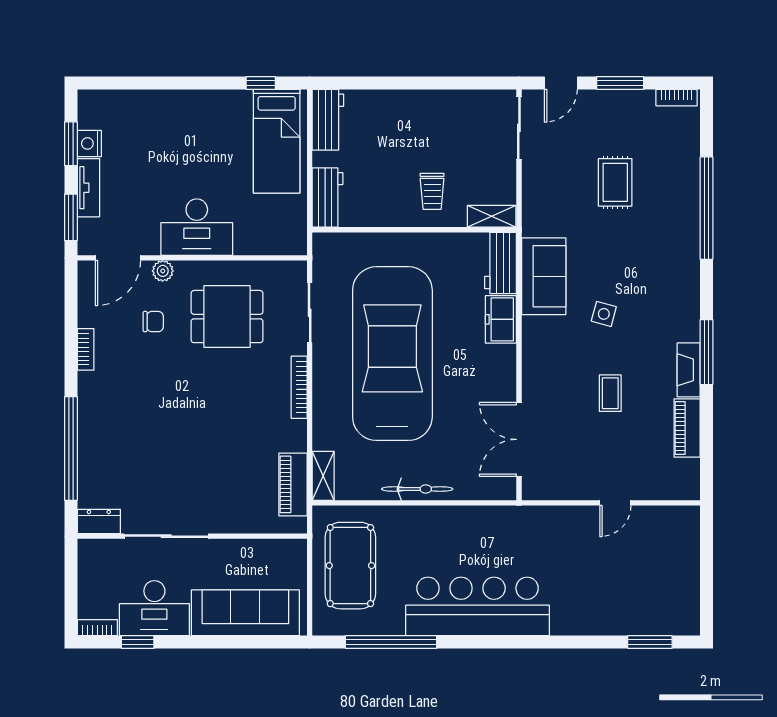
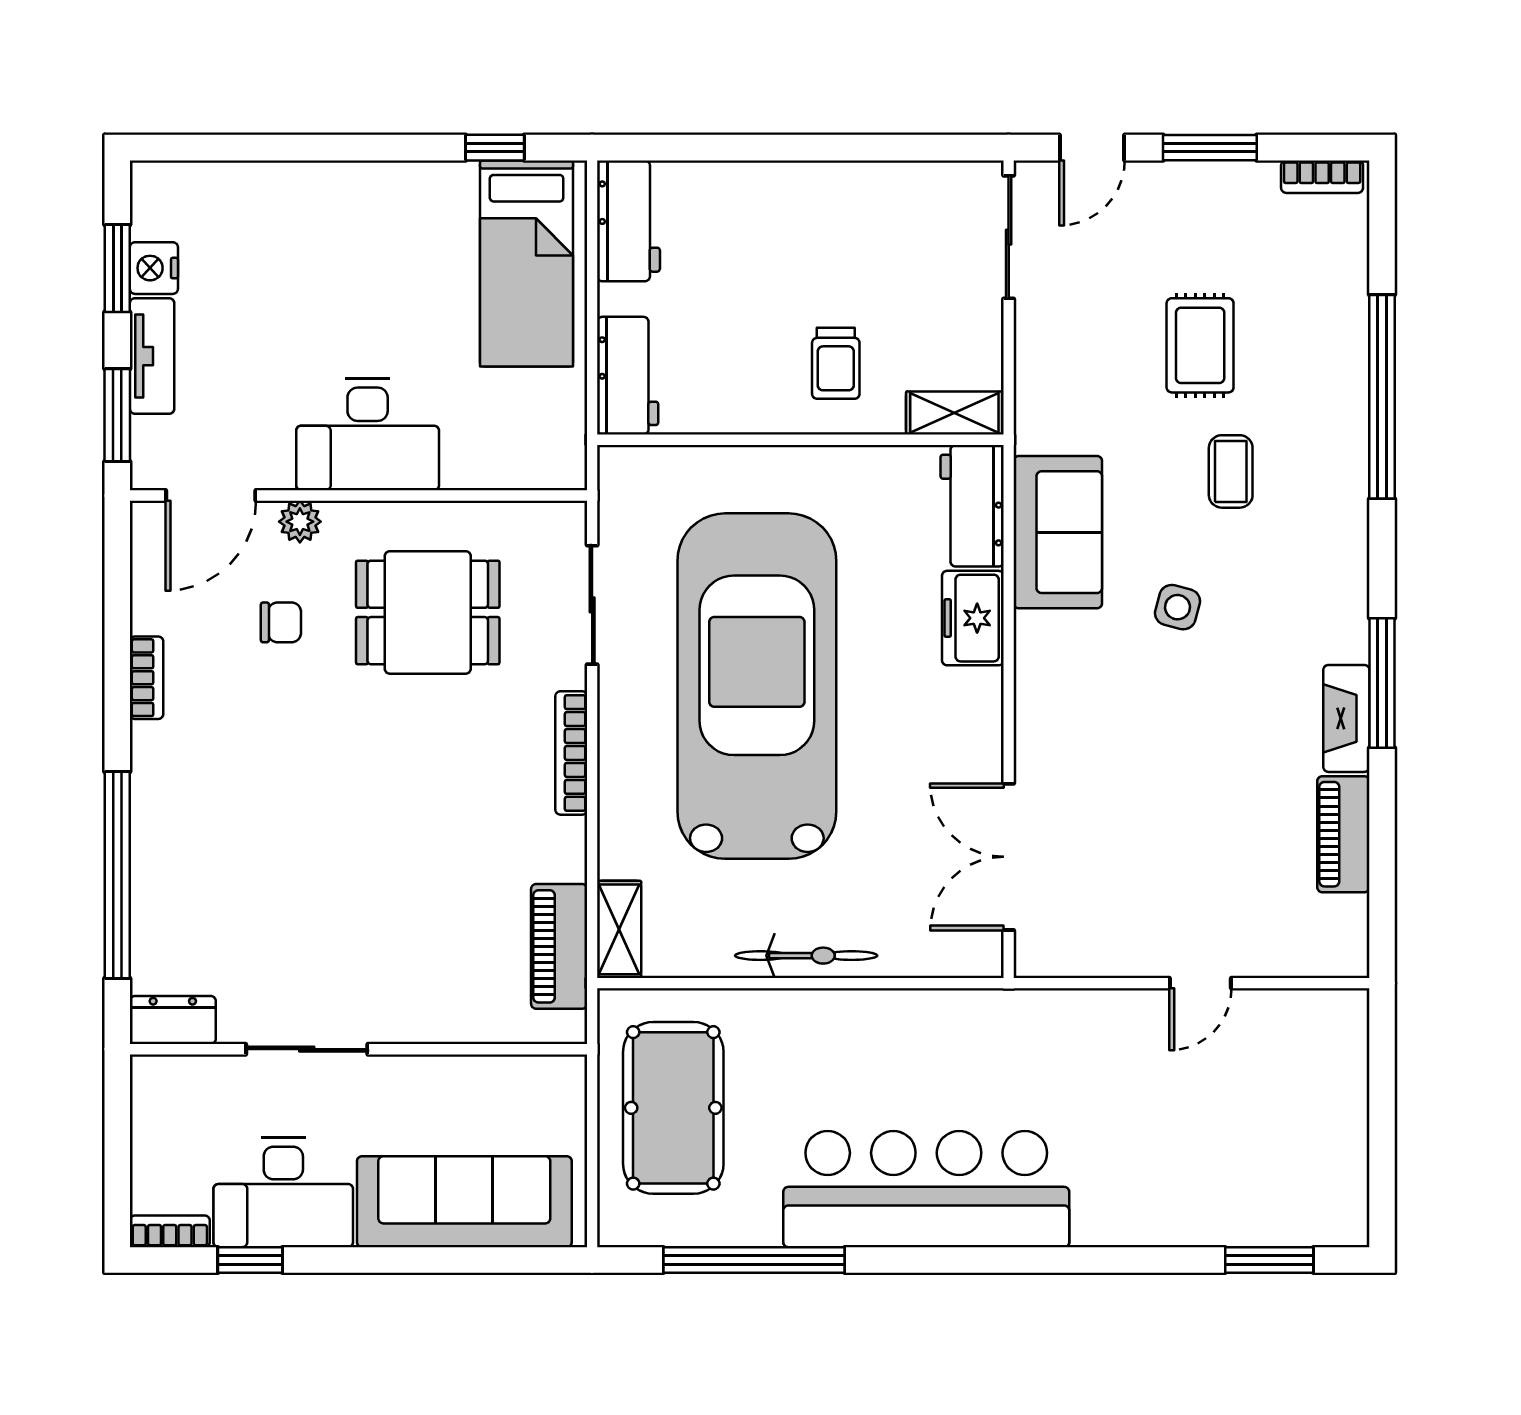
coffee table: (610, 393) -> (1231, 471), moved
sliding door: (166, 536) -> (307, 1049), width x0.73

